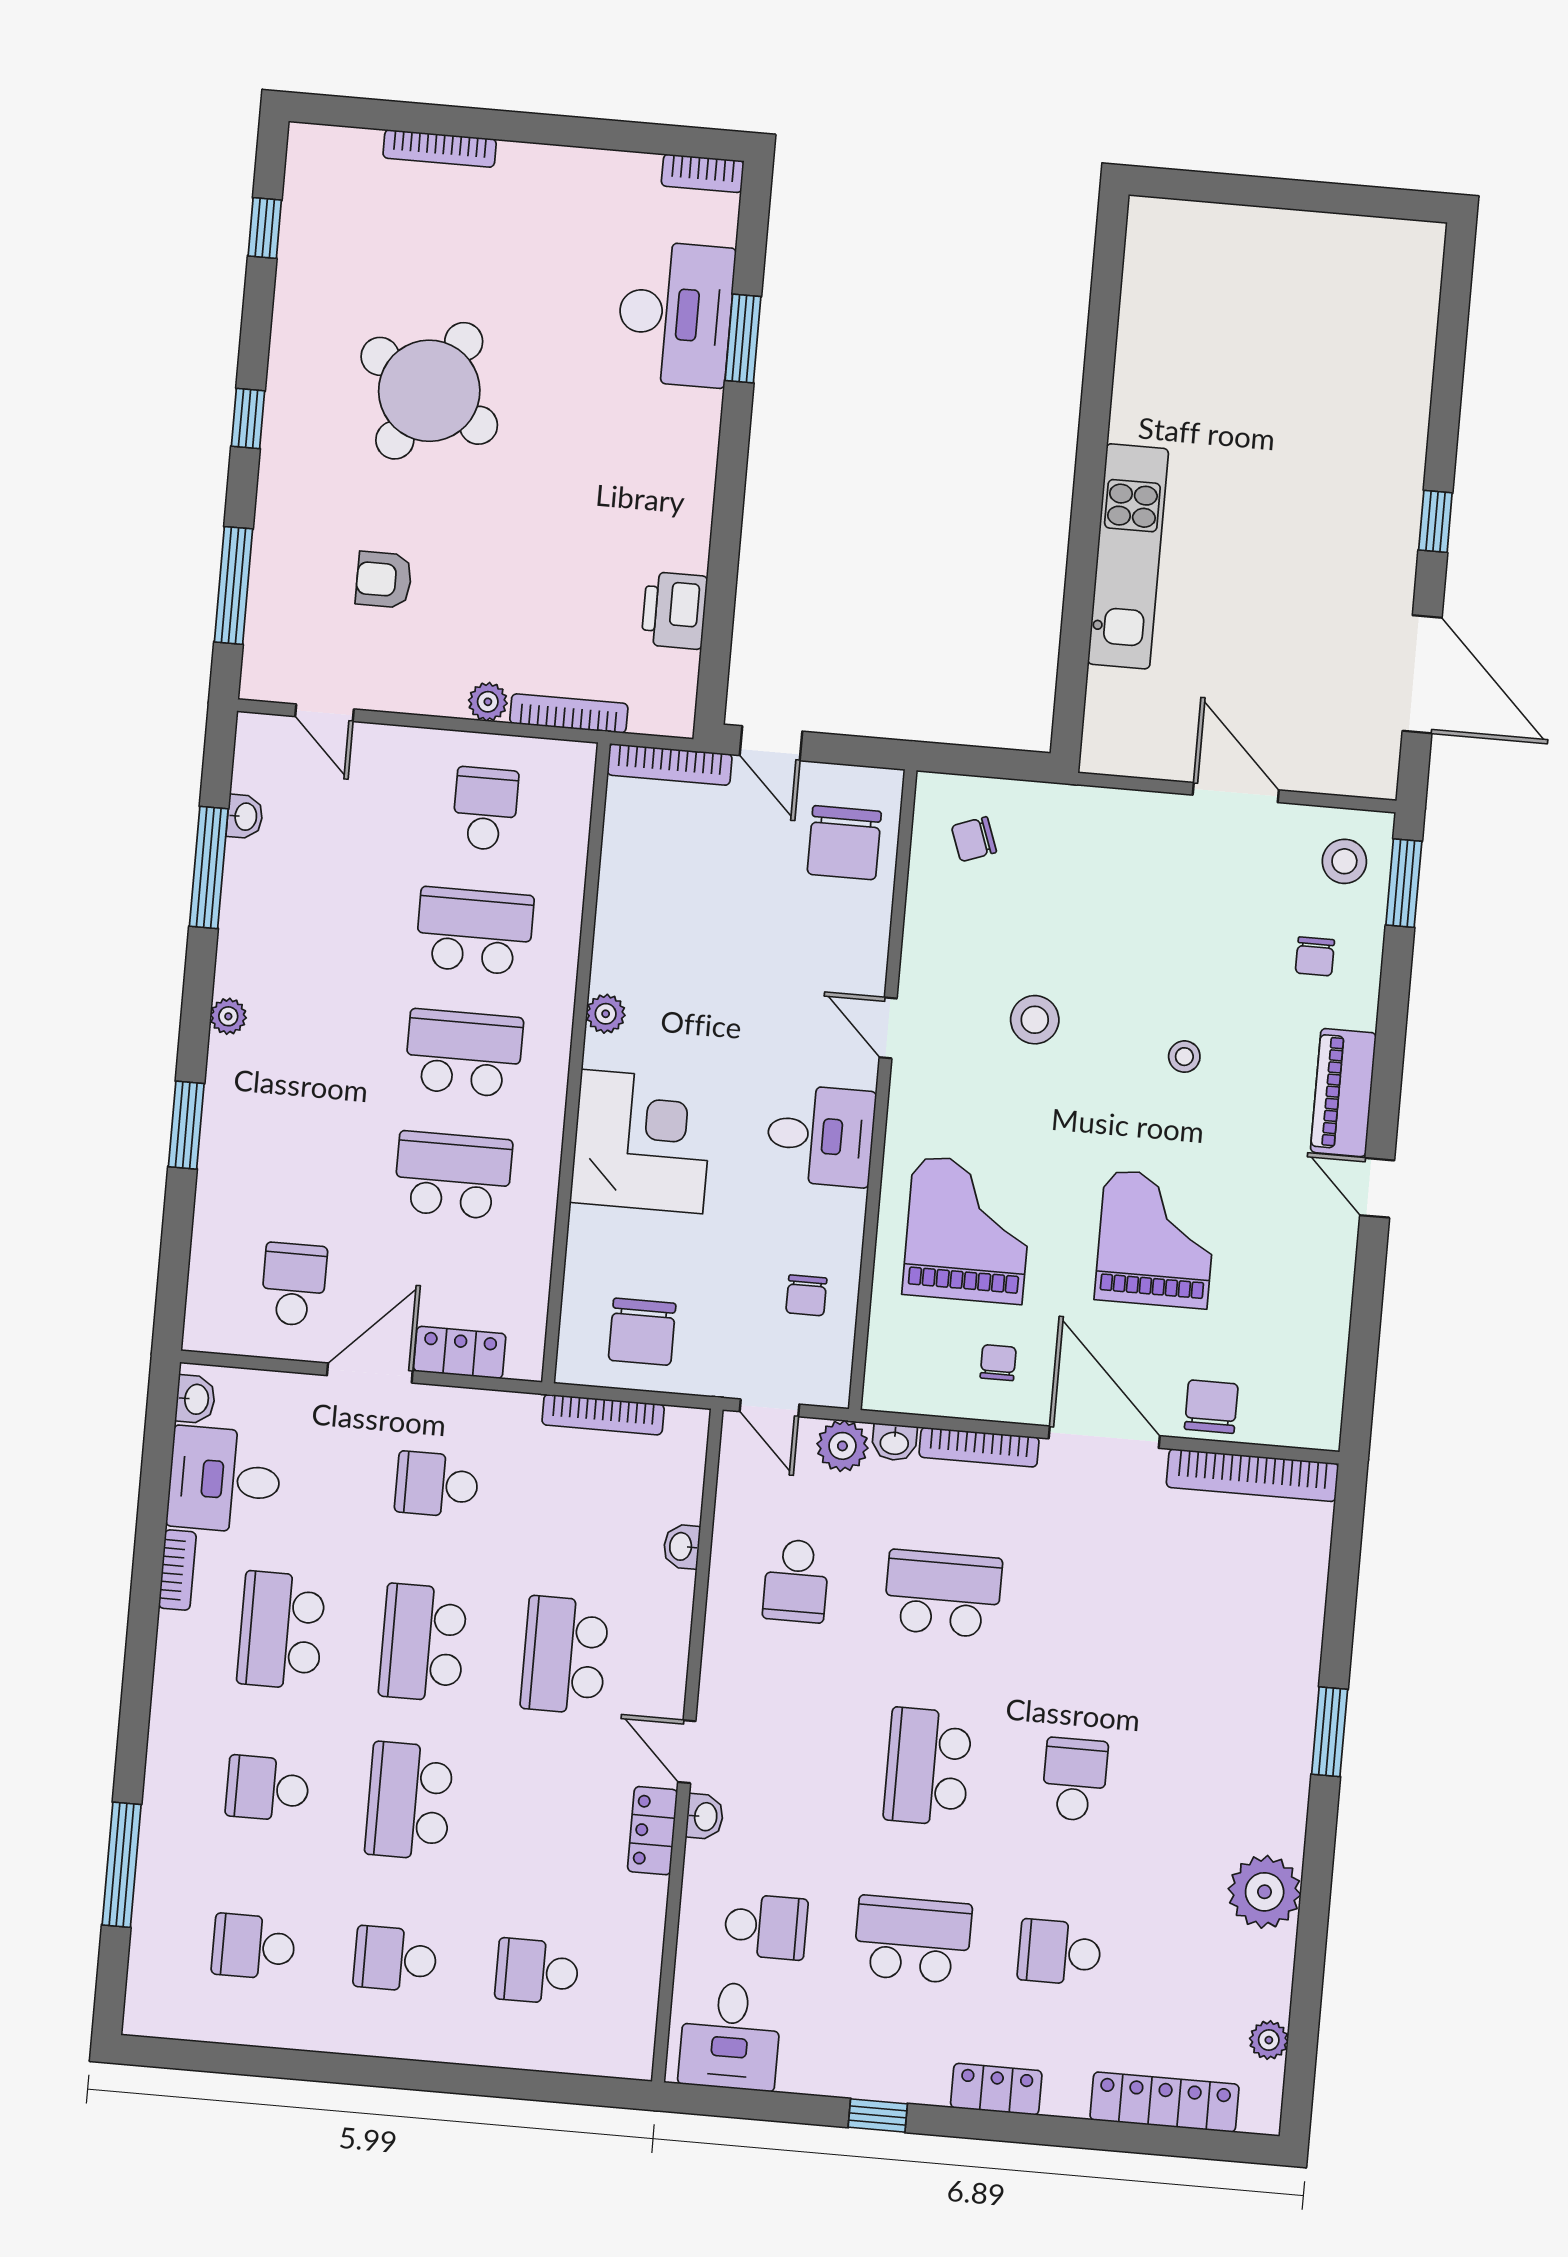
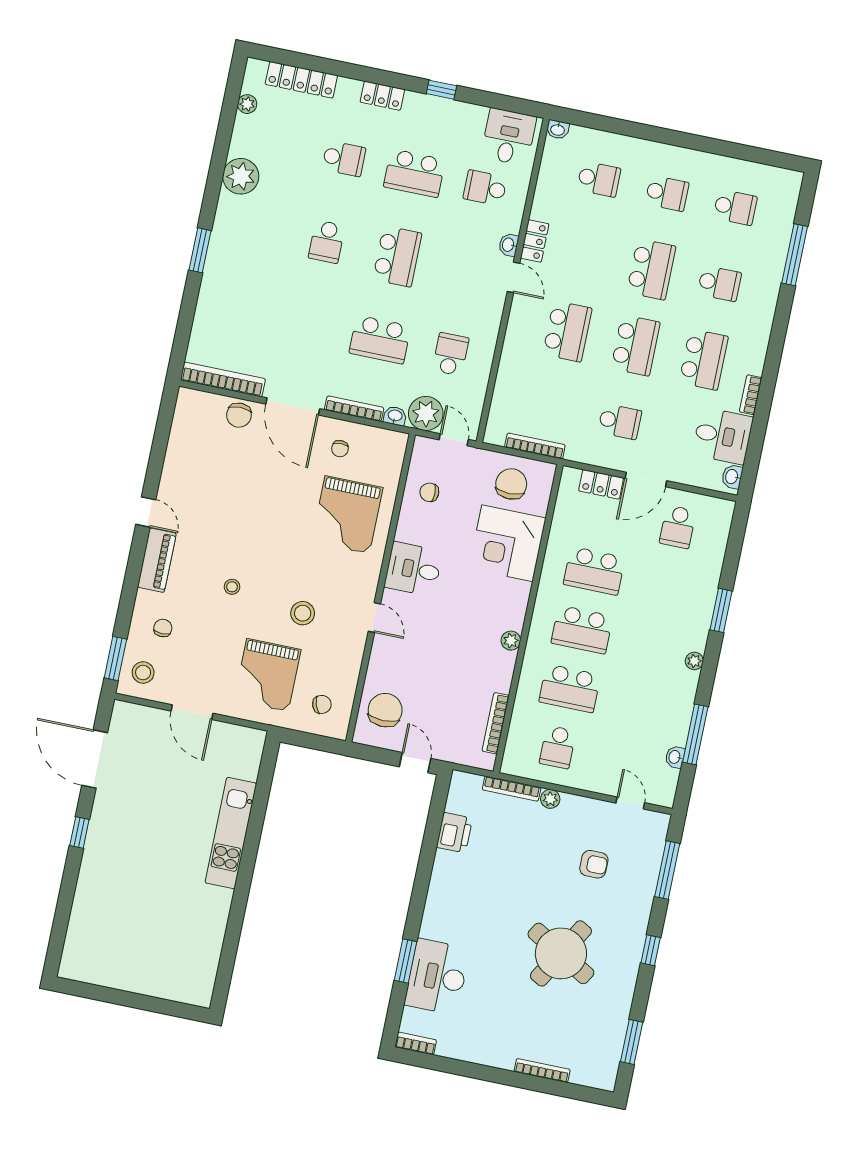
window: (265, 228) -> (632, 1042), width x1.50
bookcase: (670, 765) -> (496, 723), moved, turned -90
corner desk: (642, 1142) -> (507, 543), moved
grand piano: (1156, 1239) -> (267, 675), moved
chair: (806, 1295) -> (429, 492), turned -90
plant: (842, 1446) -> (426, 414), width x1.36, depth x1.36
washbasin: (682, 1547) -> (558, 130), moved, turned 90

